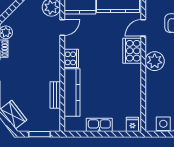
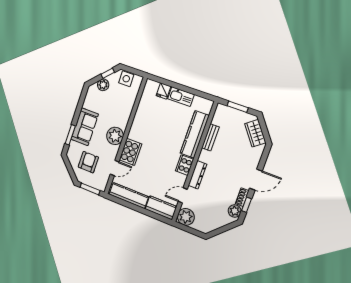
dresser: (55, 54) -> (197, 175), added
fridge: (132, 124) -> (163, 91), moved

